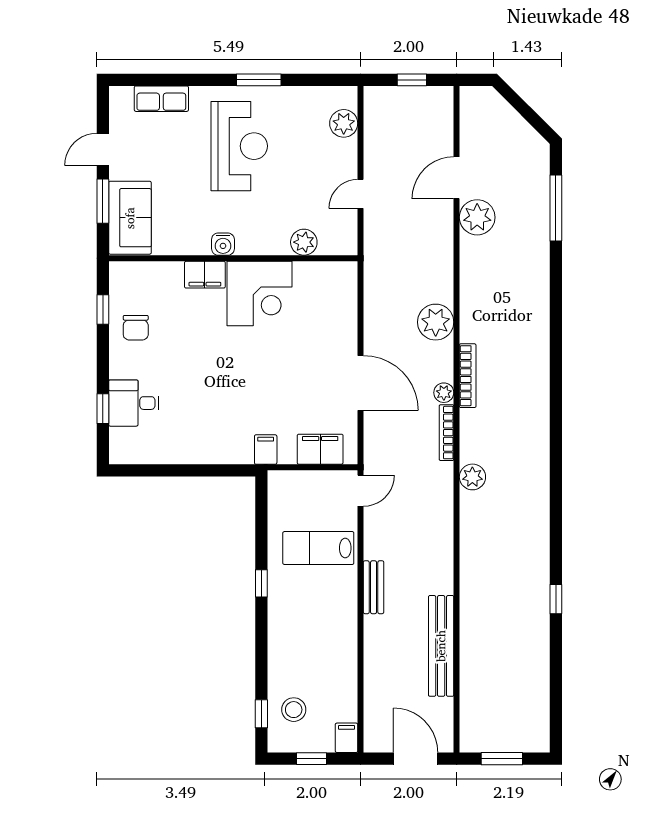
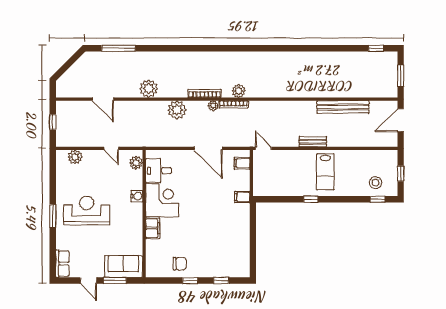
window: (259, 80) -> (53, 216), moved
row of seats: (161, 99) -> (62, 264), moved
plant: (477, 217) -> (149, 89), moved
plant: (304, 242) -> (136, 163), moved
water cooler: (223, 244) -> (137, 196), moved
window: (103, 310) -> (190, 281), moved
door: (361, 383) -> (208, 148), swing flipped
desk: (134, 403) -> (158, 171), moved, turned 90
filing cabinet: (320, 449) -> (242, 163), width x0.50
plant: (472, 477) -> (239, 91), moved
lab bench: (318, 548) -> (325, 172), moved
window: (556, 599) -> (376, 48), moved
filing cabinet: (347, 738) -> (390, 156), removed

